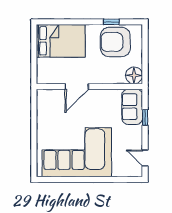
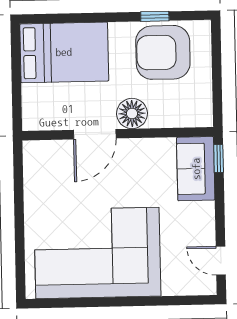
floor lamp: (134, 75) -> (132, 114), moved
window: (145, 117) -> (219, 158), moved

